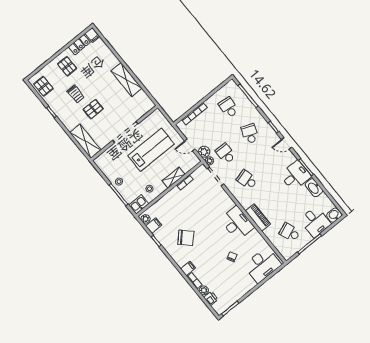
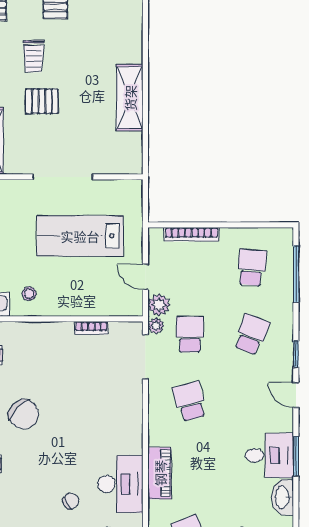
lab bench: (151, 150) -> (80, 236), turned 180
shelving: (174, 178) -> (80, 307), removed
desk: (237, 223) -> (120, 484), moved

